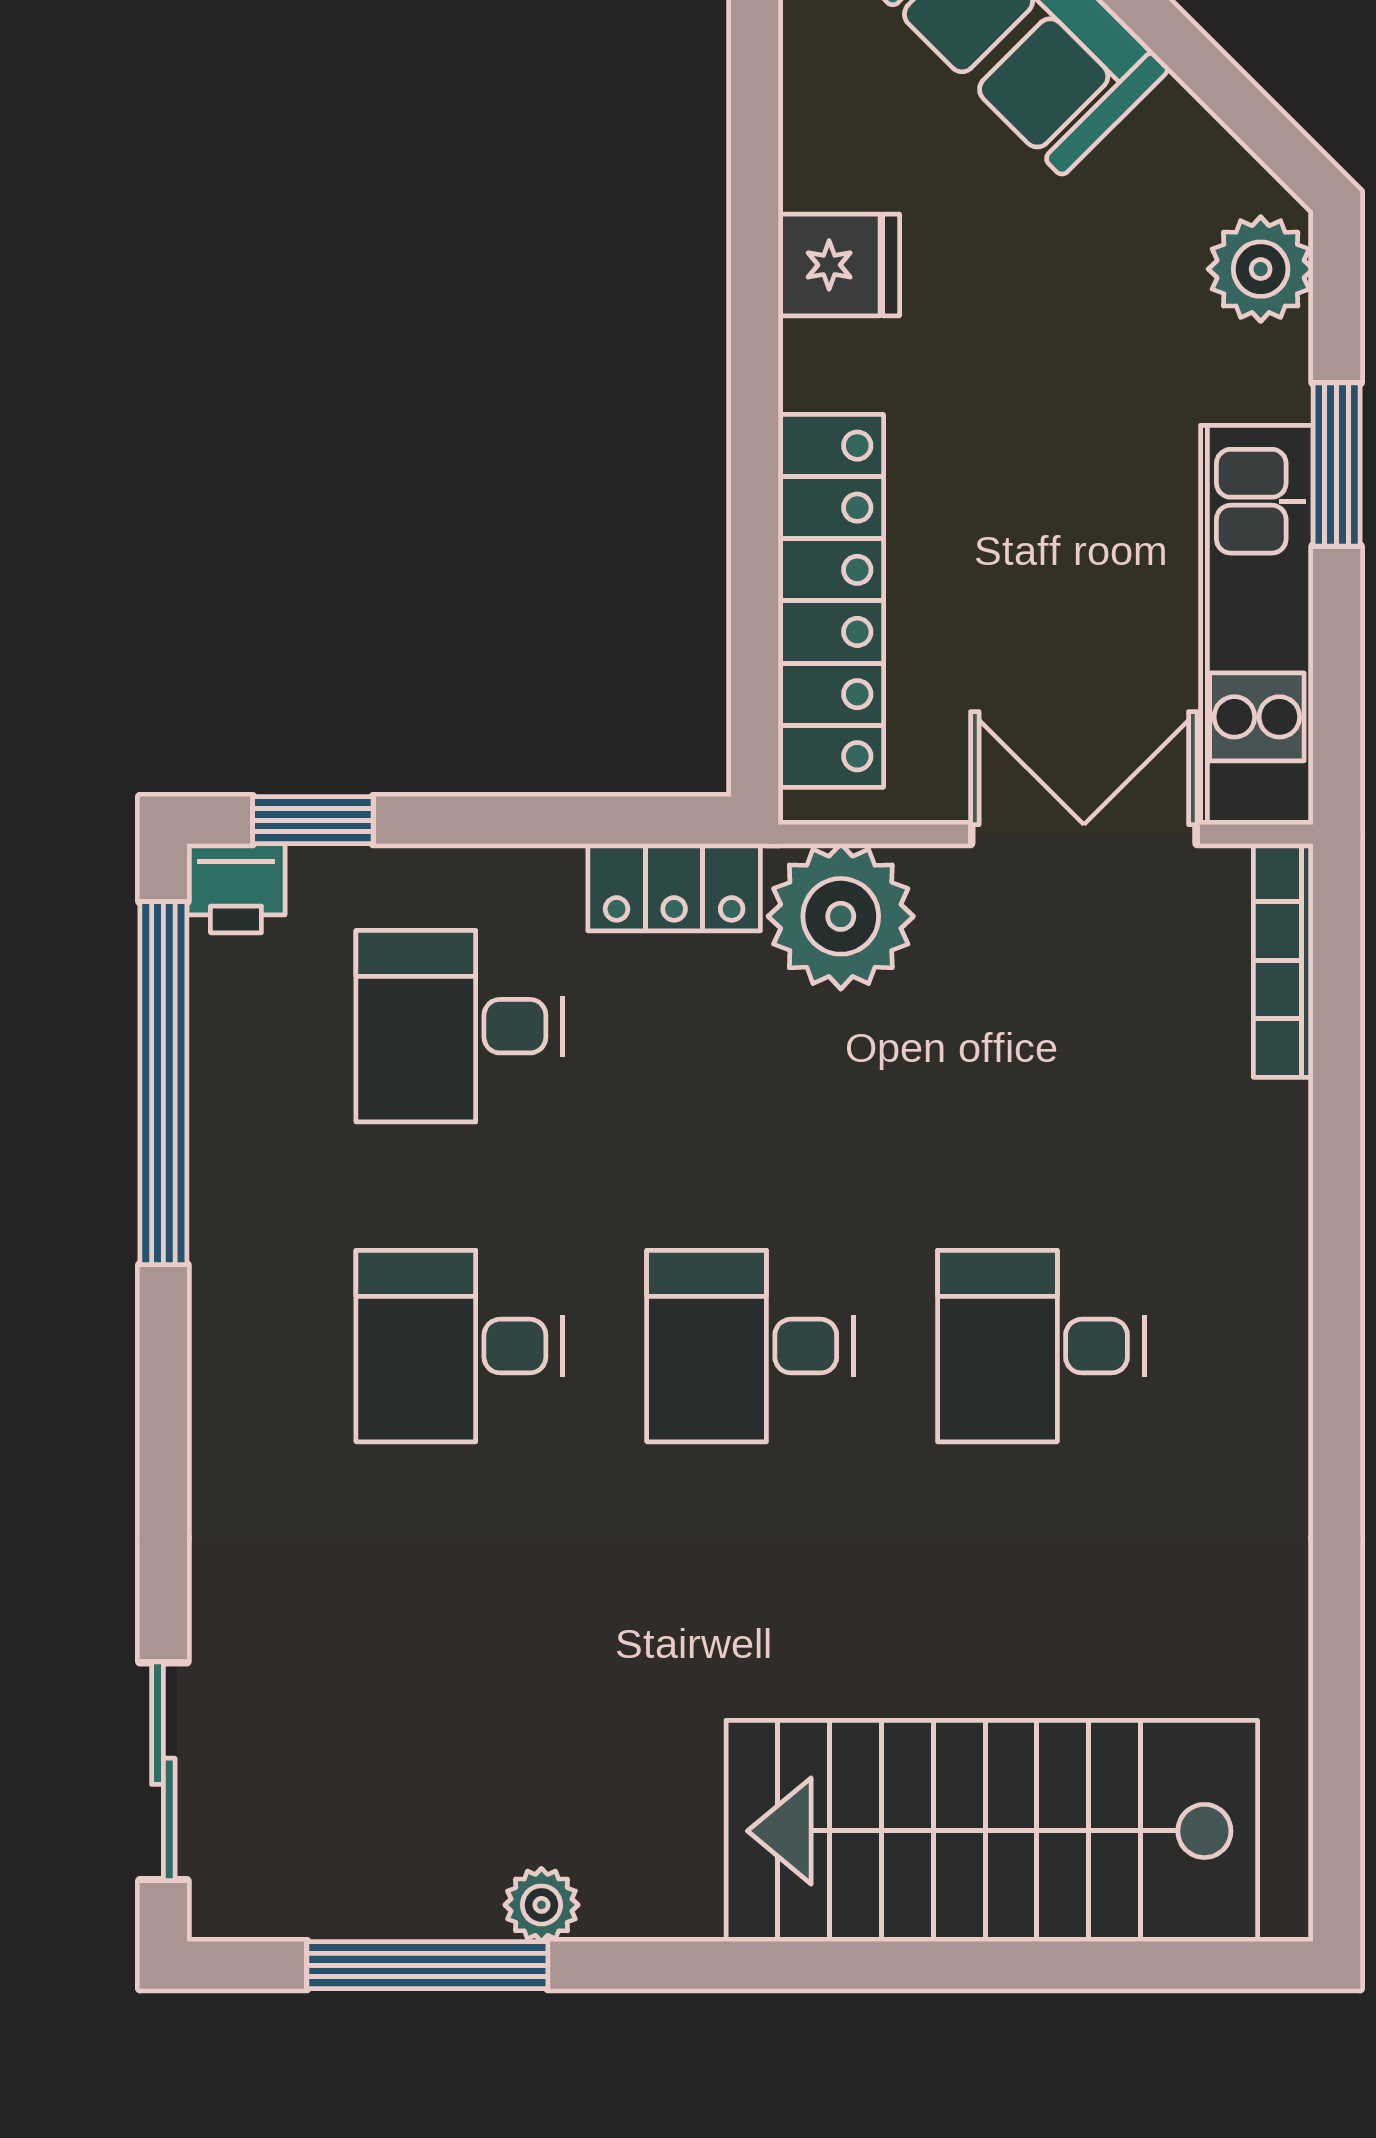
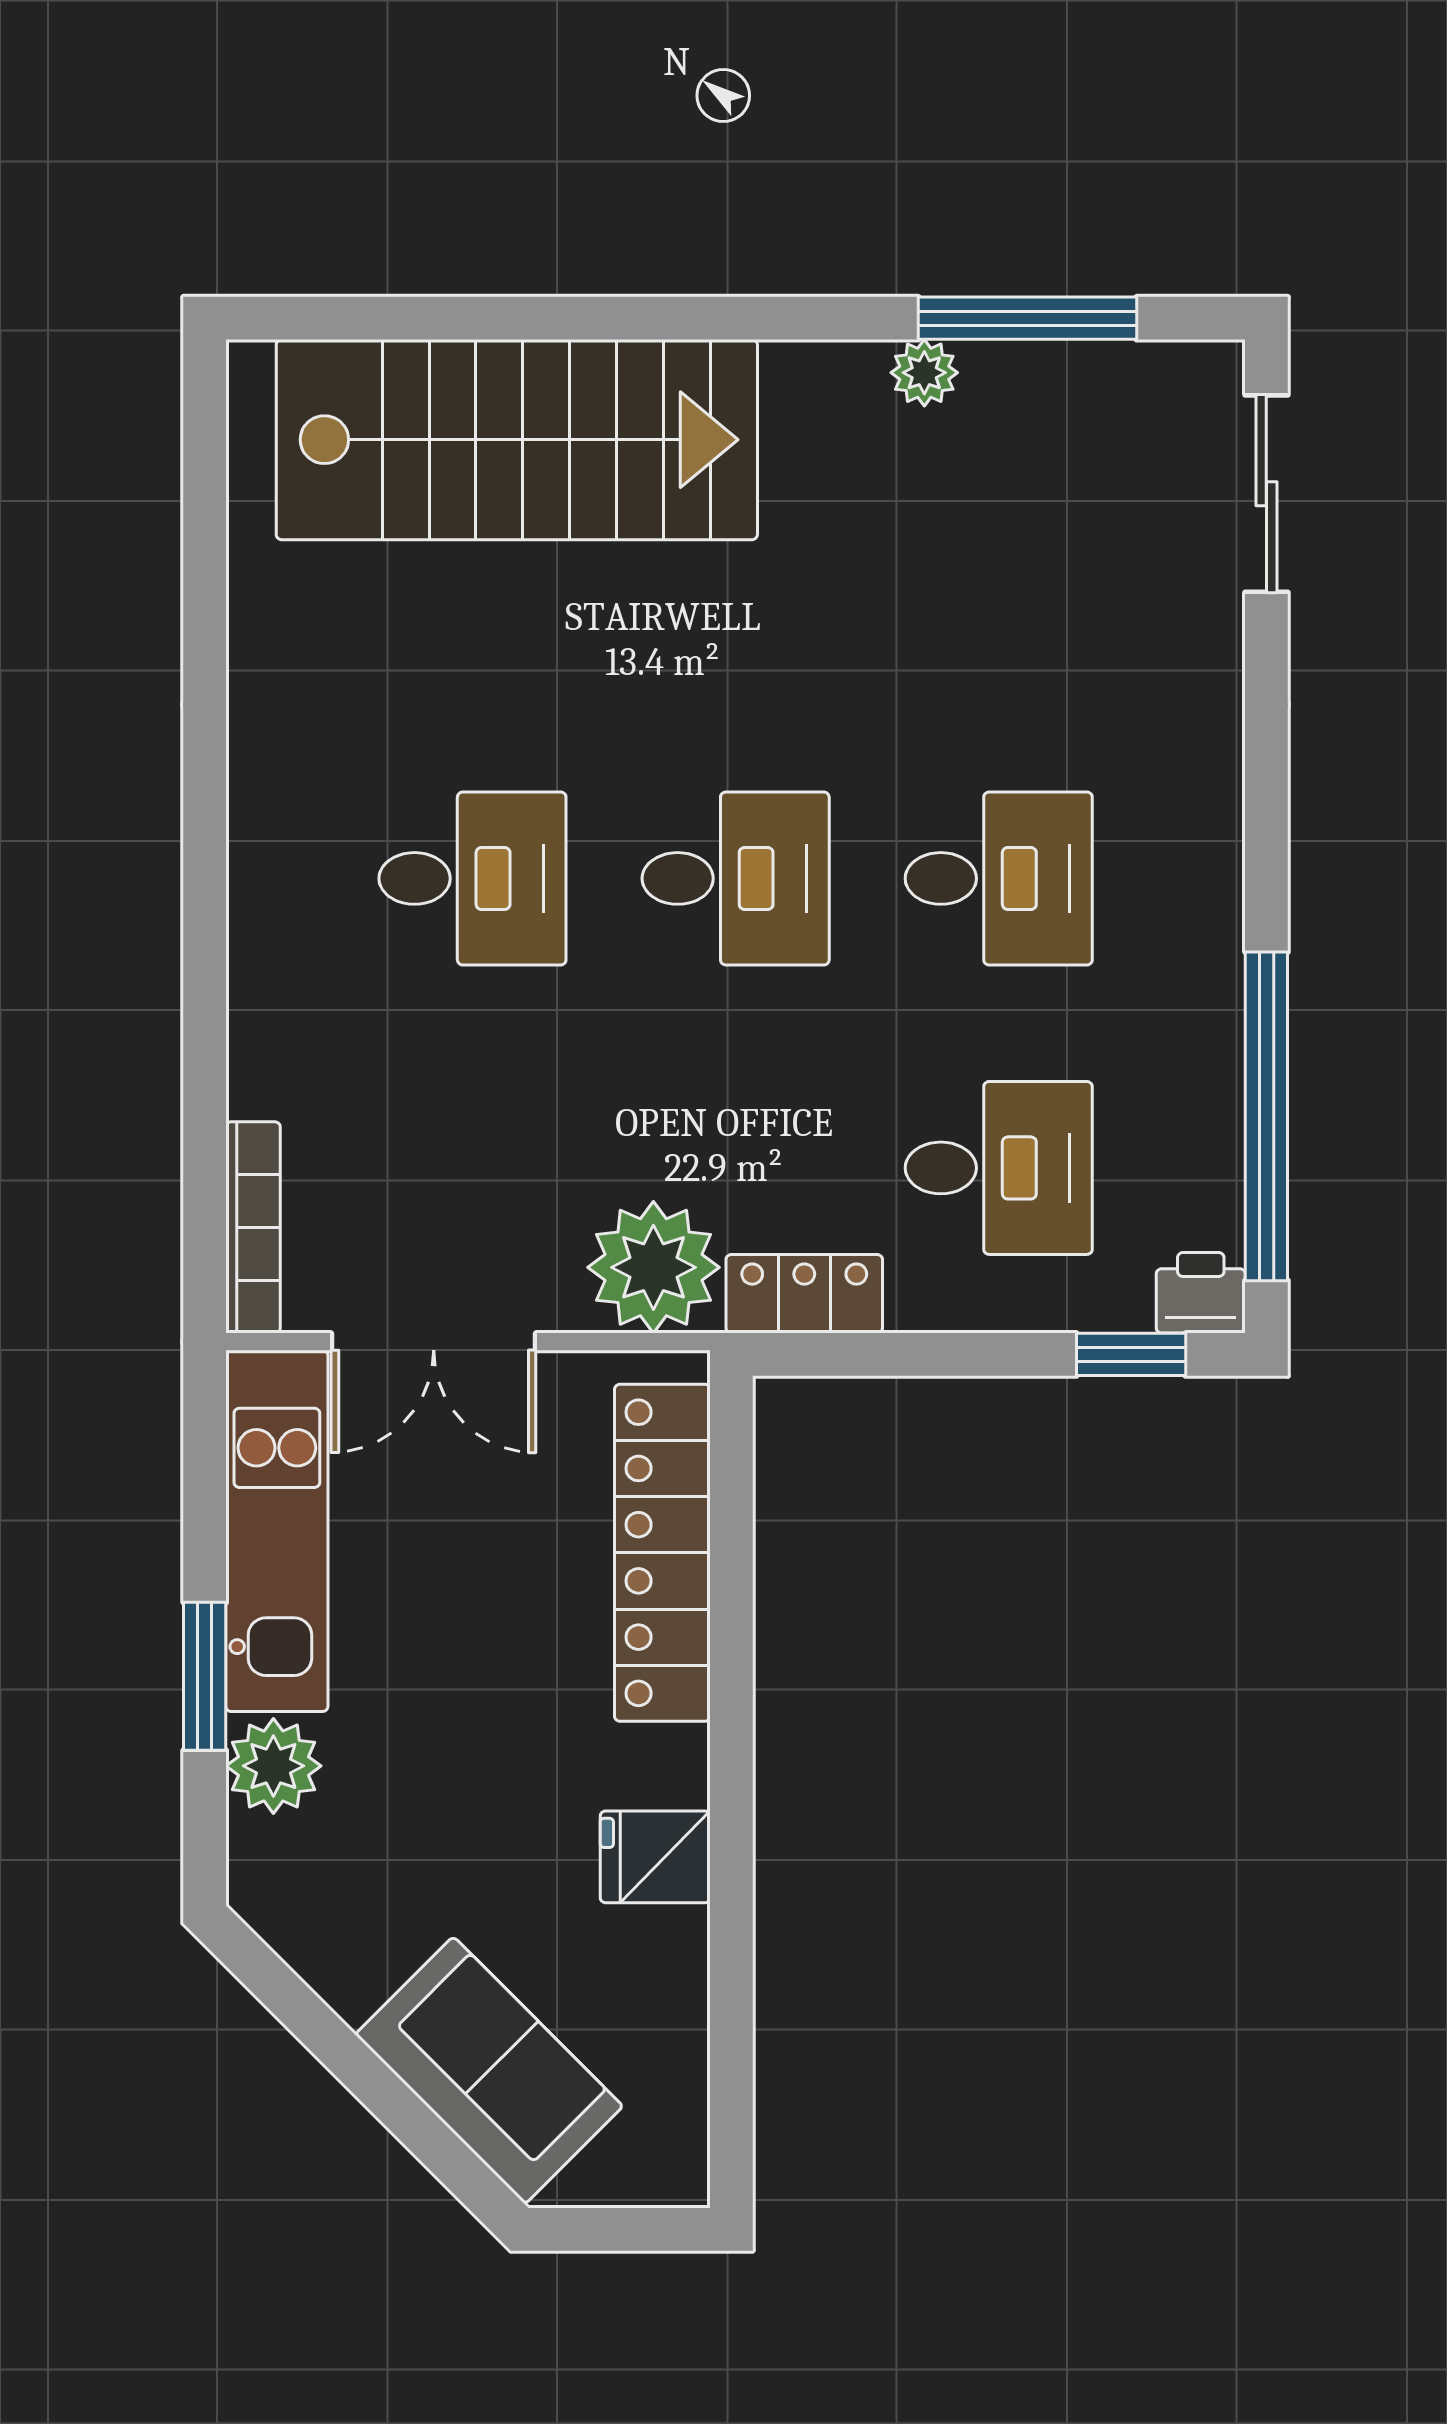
plant: (1261, 269) -> (273, 1766), moved

